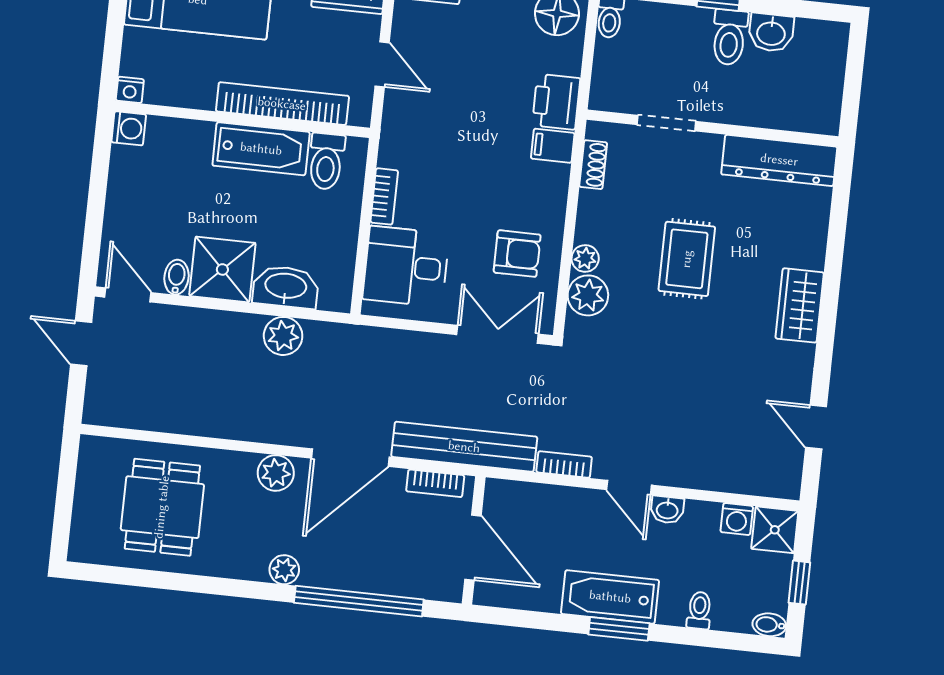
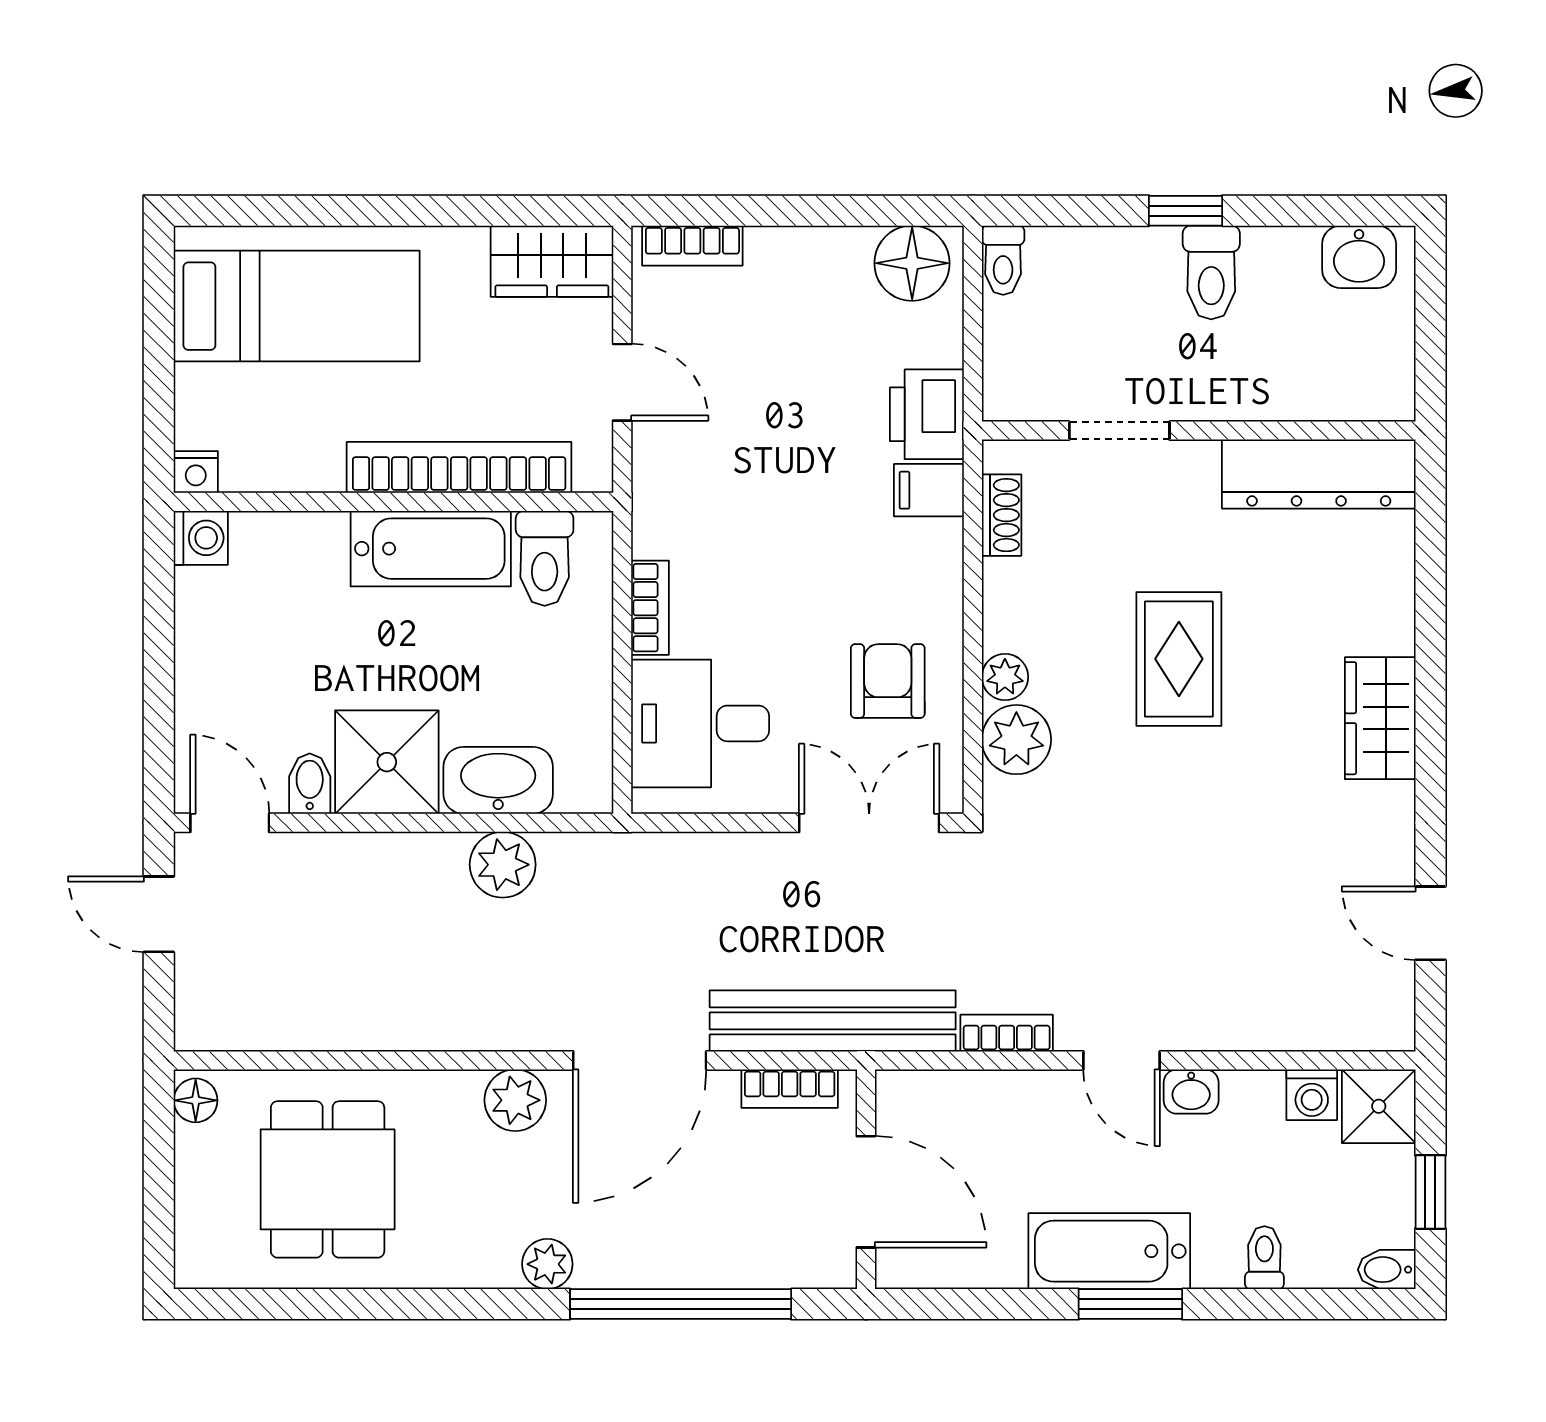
washbasin: (771, 33) -> (1359, 257), moved
armchair: (517, 254) -> (888, 681), turned -90
floor lamp: (91, 453) -> (196, 1100), added

